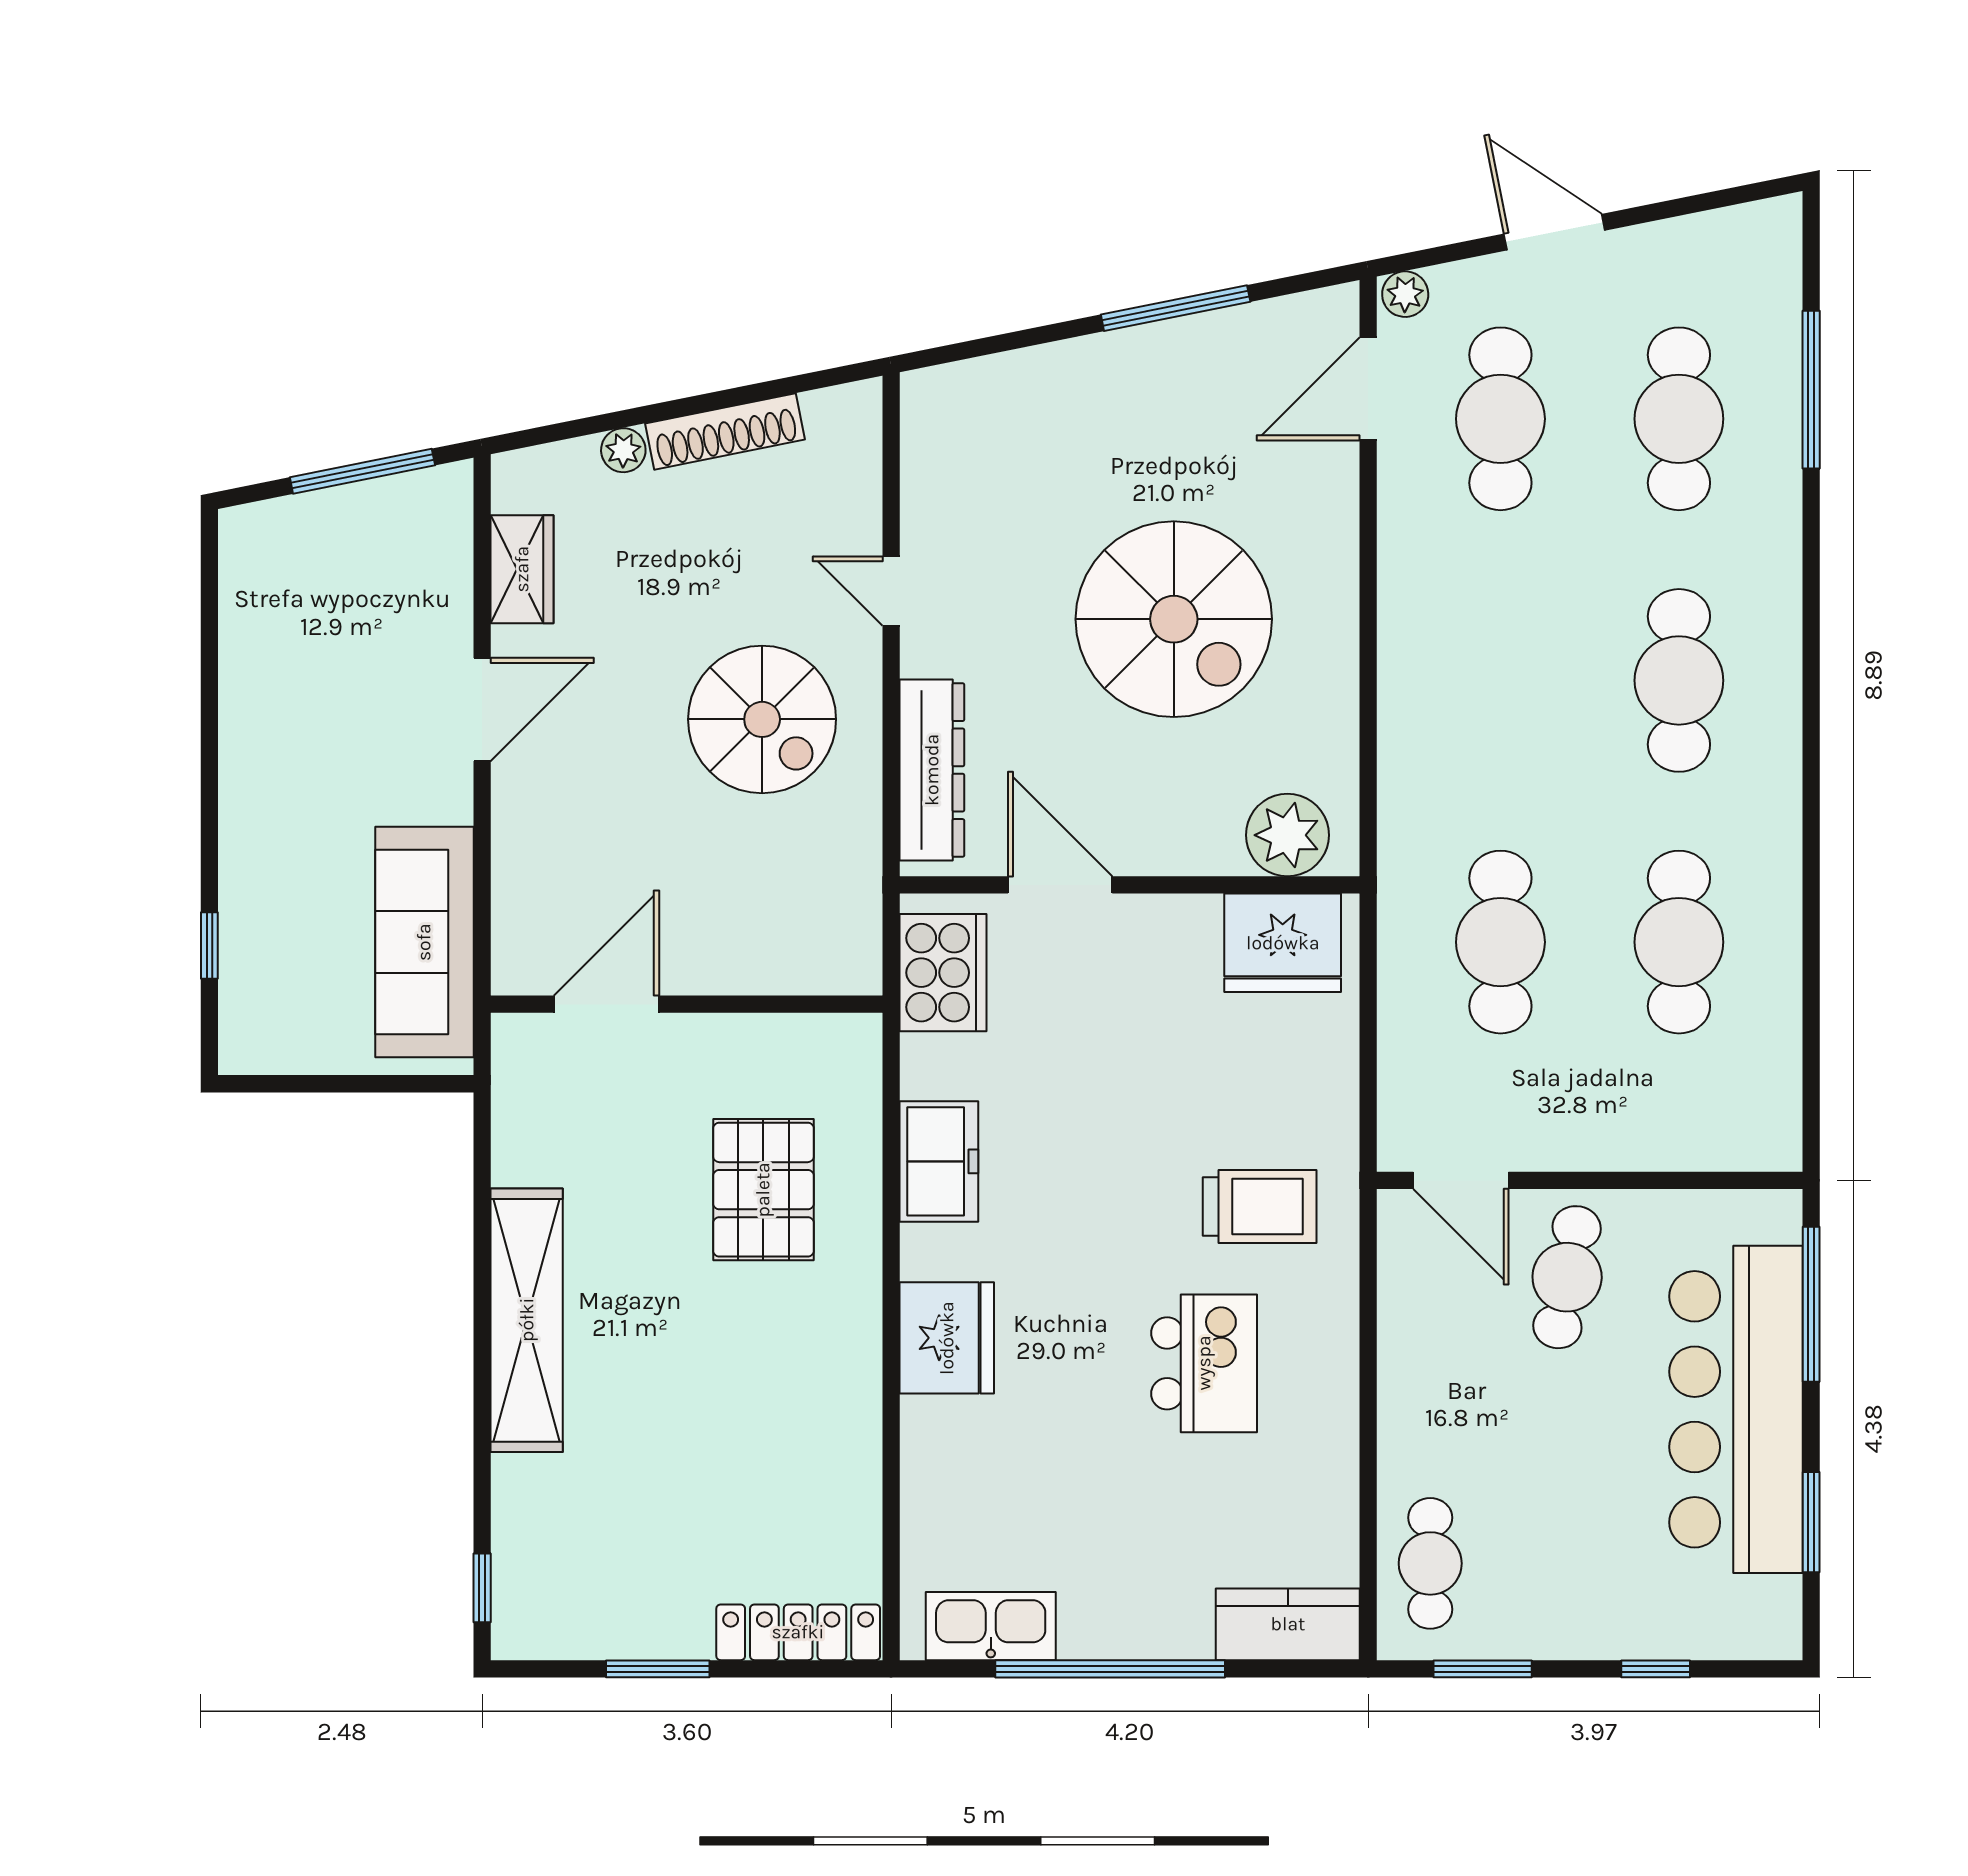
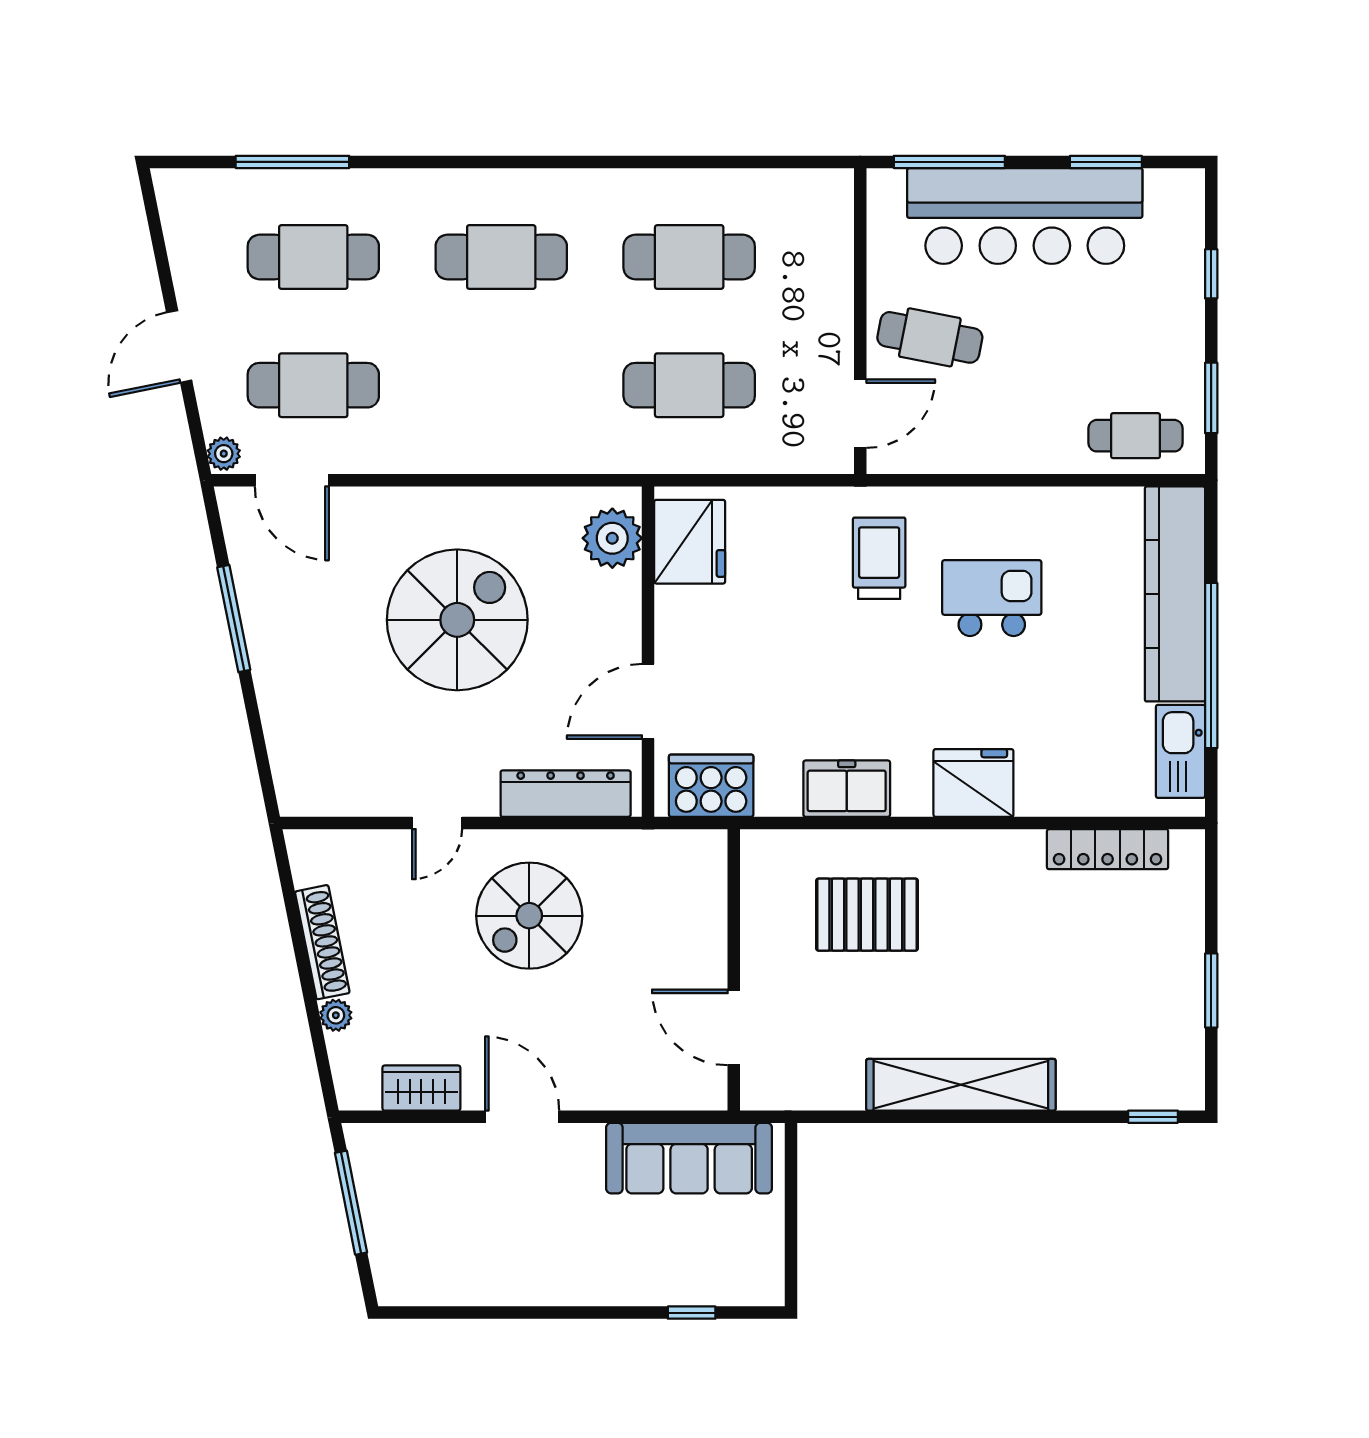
spiral stairs: (762, 719) -> (529, 916), turned 180
kitchen counter: (1288, 1624) -> (1175, 594), width x2.08, depth x1.17
locker: (798, 1632) -> (1108, 849), moved, turned -90

